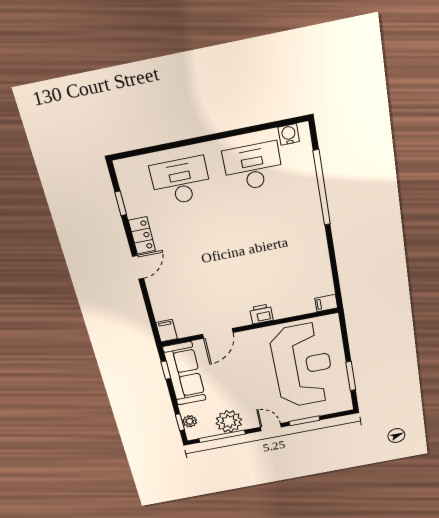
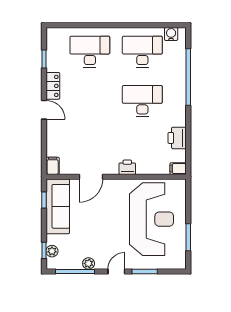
desk: (265, 231) -> (142, 101), added
door: (138, 267) -> (44, 110), hinge flipped
printer: (319, 267) -> (177, 138), added
plant: (229, 421) -> (89, 263), width x0.53, depth x0.53
door: (271, 427) -> (116, 271), hinge flipped

